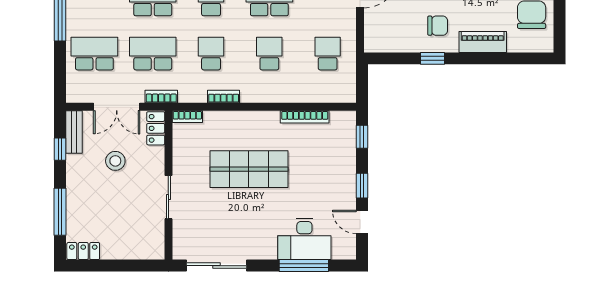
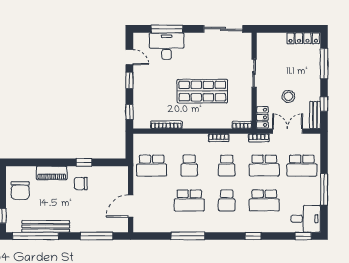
school desk: (328, 54) -> (152, 166), width x1.85
locker: (83, 251) -> (303, 38), width x1.53

